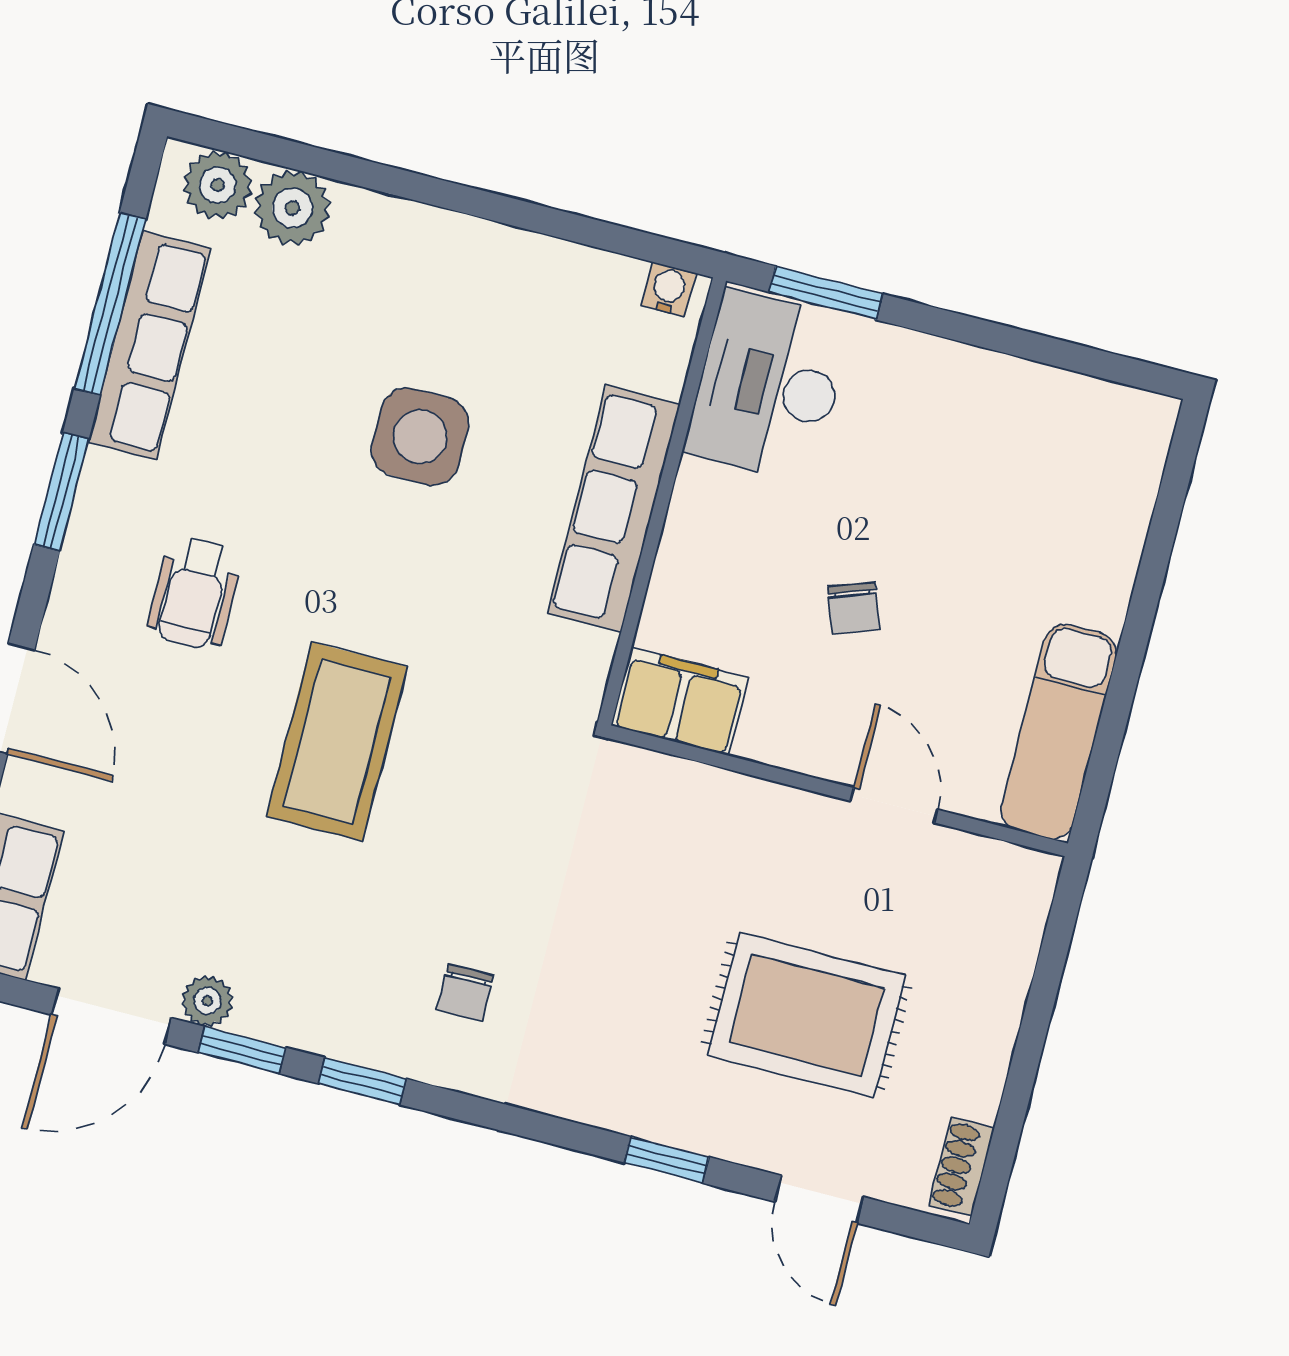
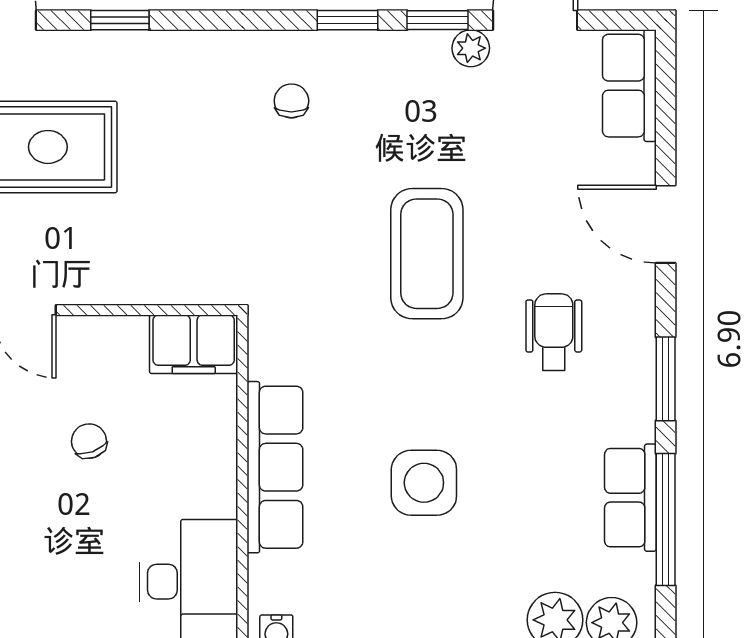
row of seats: (149, 345) -> (630, 498), width x0.68

